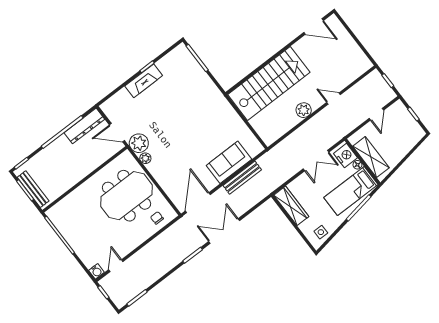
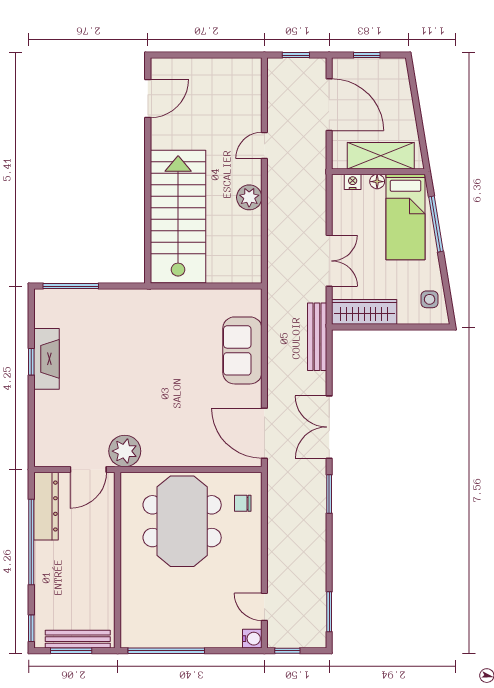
fireplace: (144, 81) -> (46, 359), moved
door: (376, 114) -> (329, 105), width x1.88
nightstand: (345, 156) -> (353, 182), width x0.53, depth x0.56
plant: (145, 158) -> (151, 458), removed
double door: (316, 161) -> (329, 261), moved
bench: (242, 178) -> (317, 337), moved

